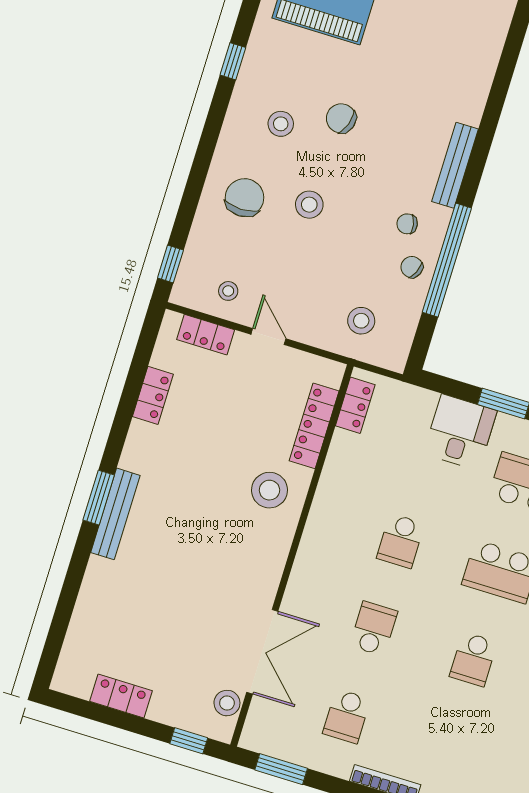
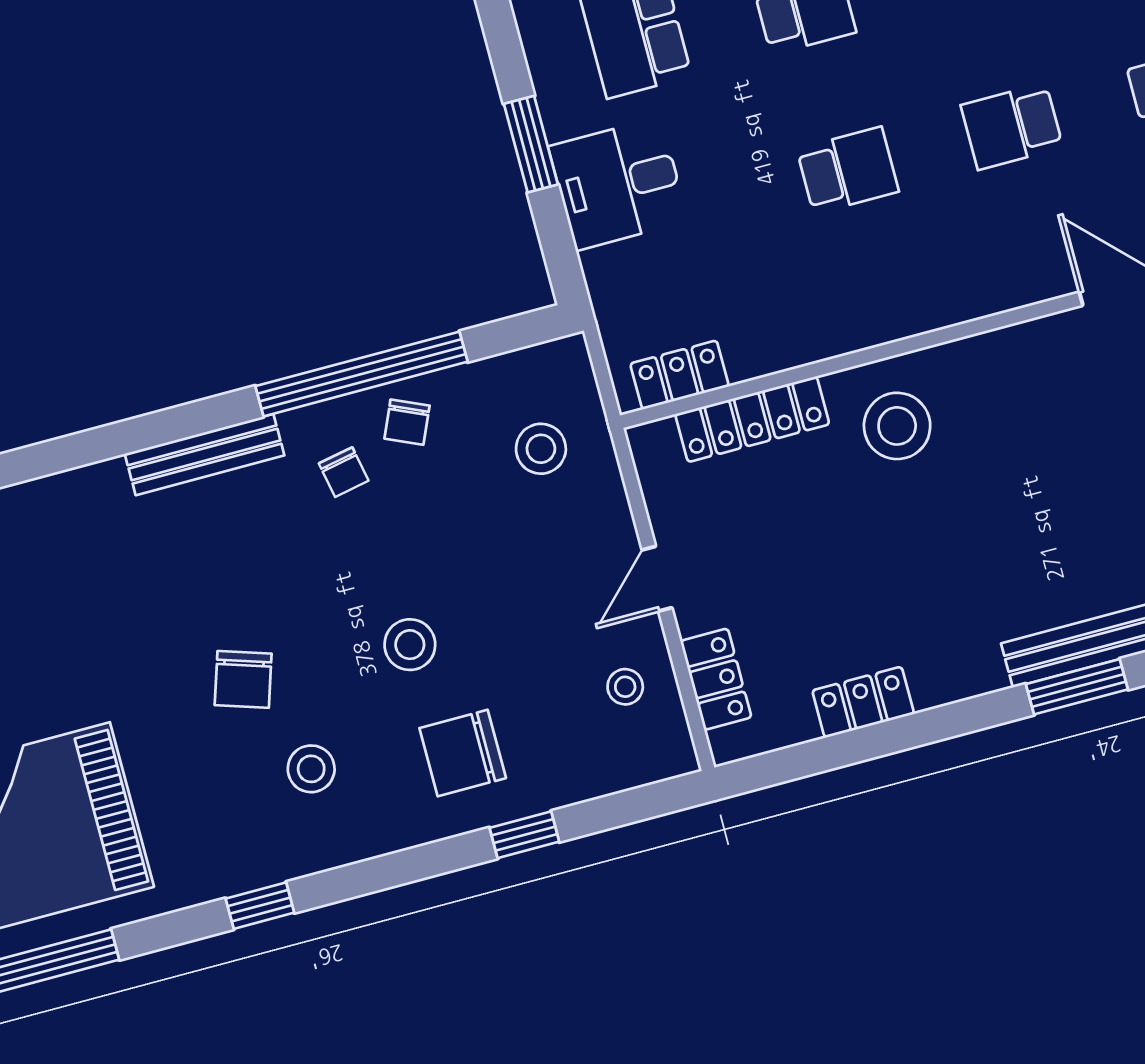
window: (170, 264) -> (524, 835), moved

